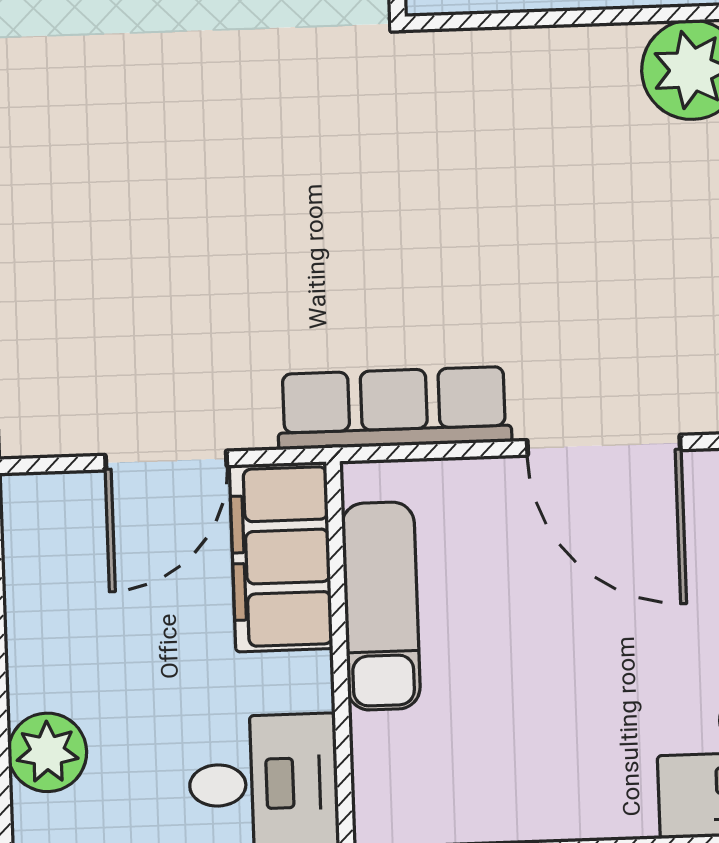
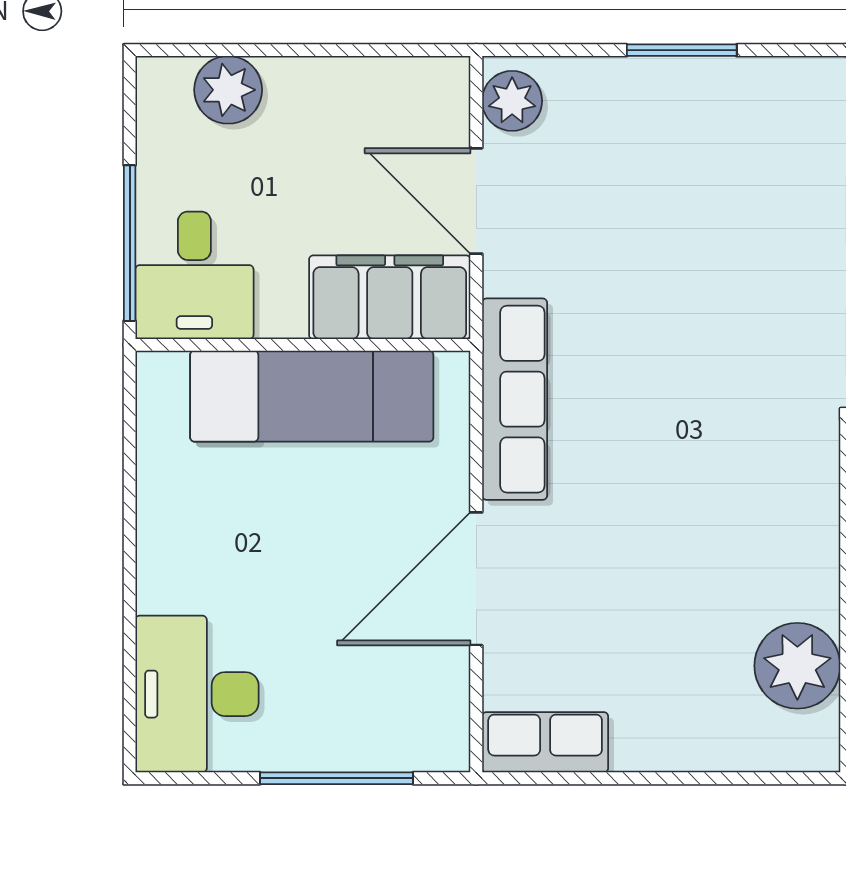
plant: (49, 423) -> (512, 101), added
exam couch: (381, 606) -> (312, 396), width x1.36, depth x1.45

